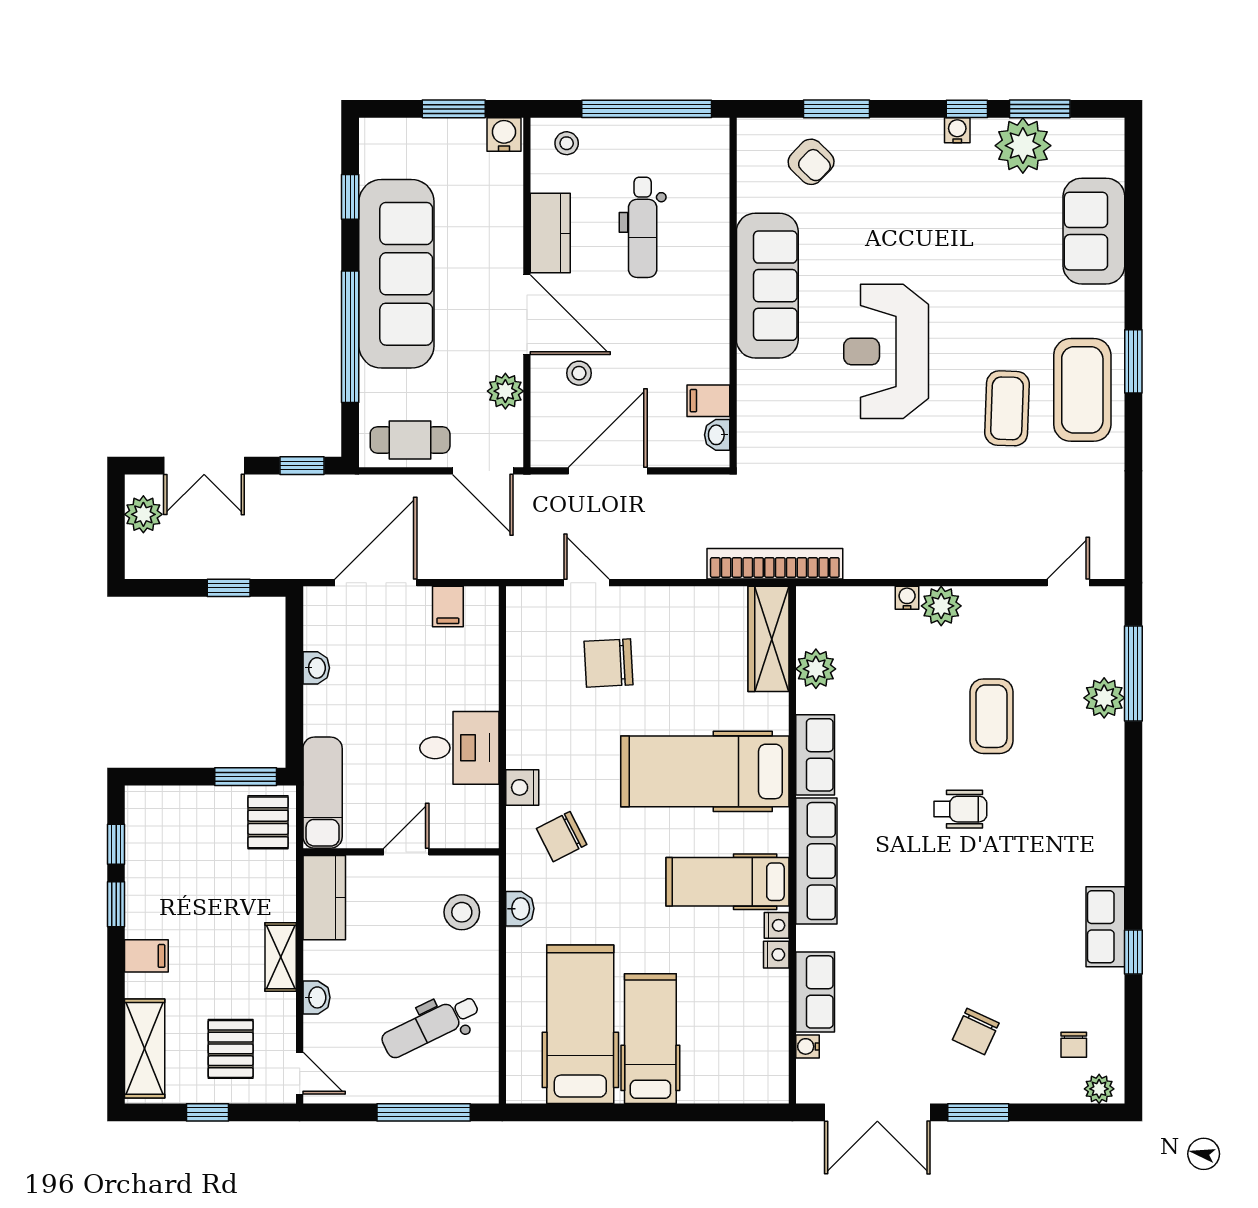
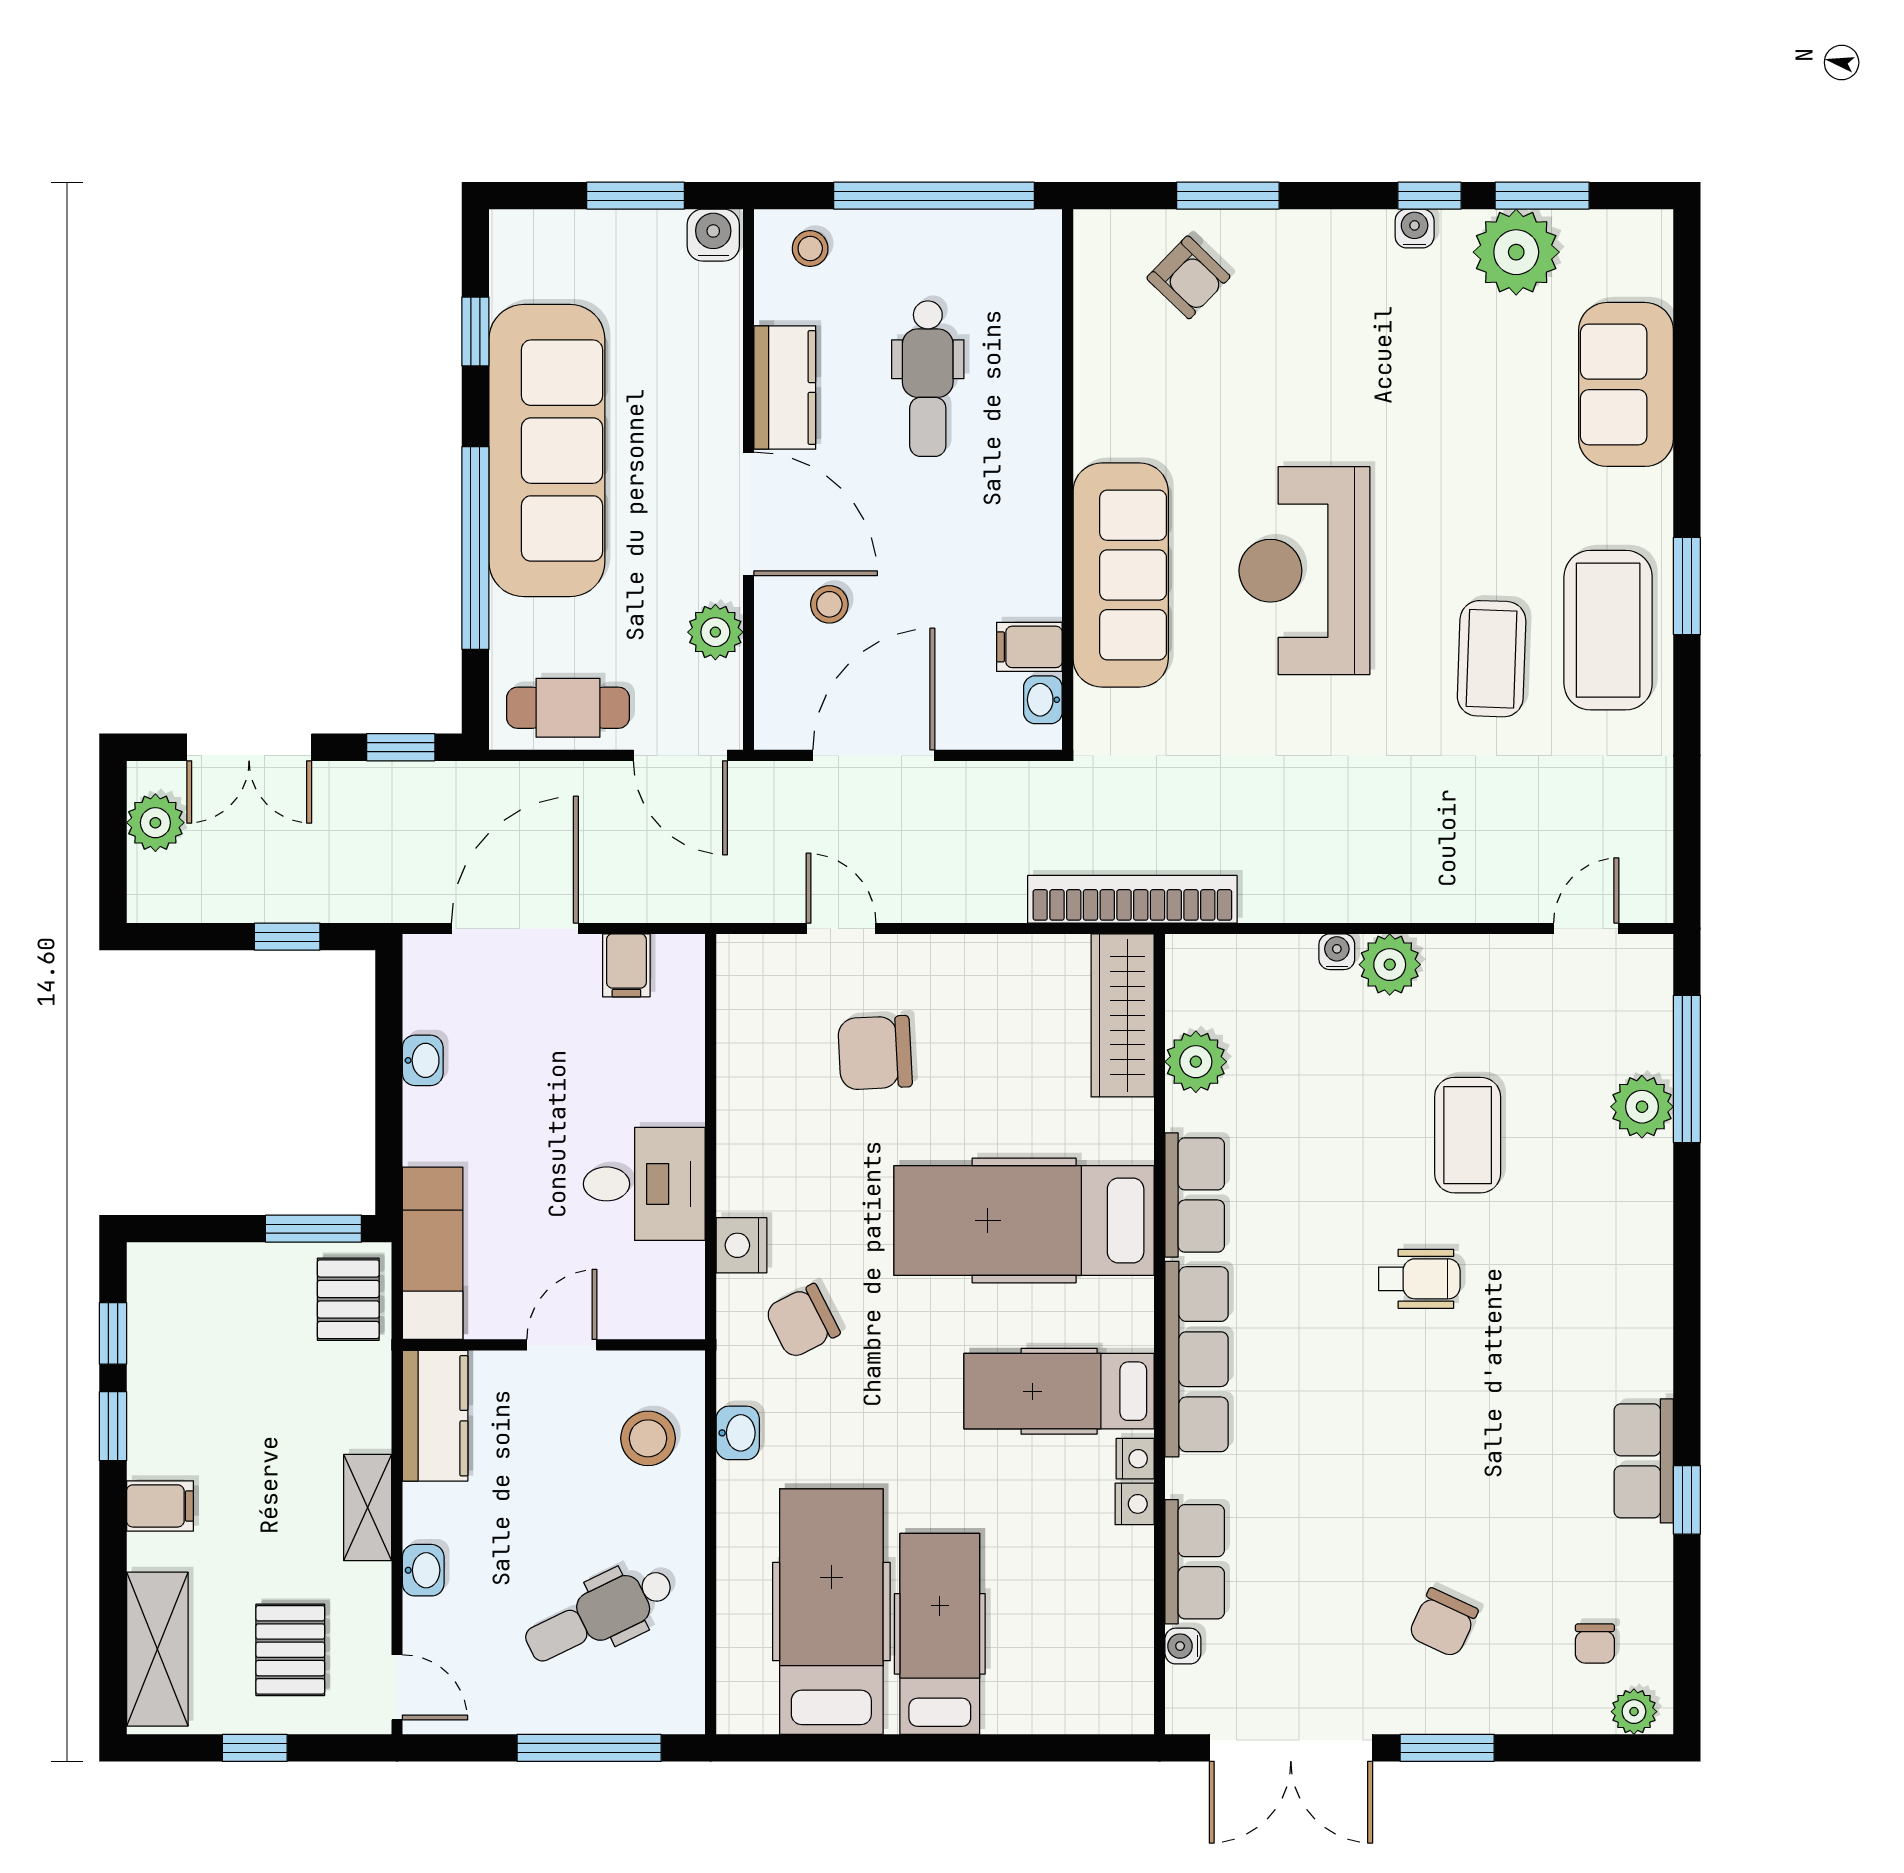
sofa: (767, 286) -> (1121, 575), moved

